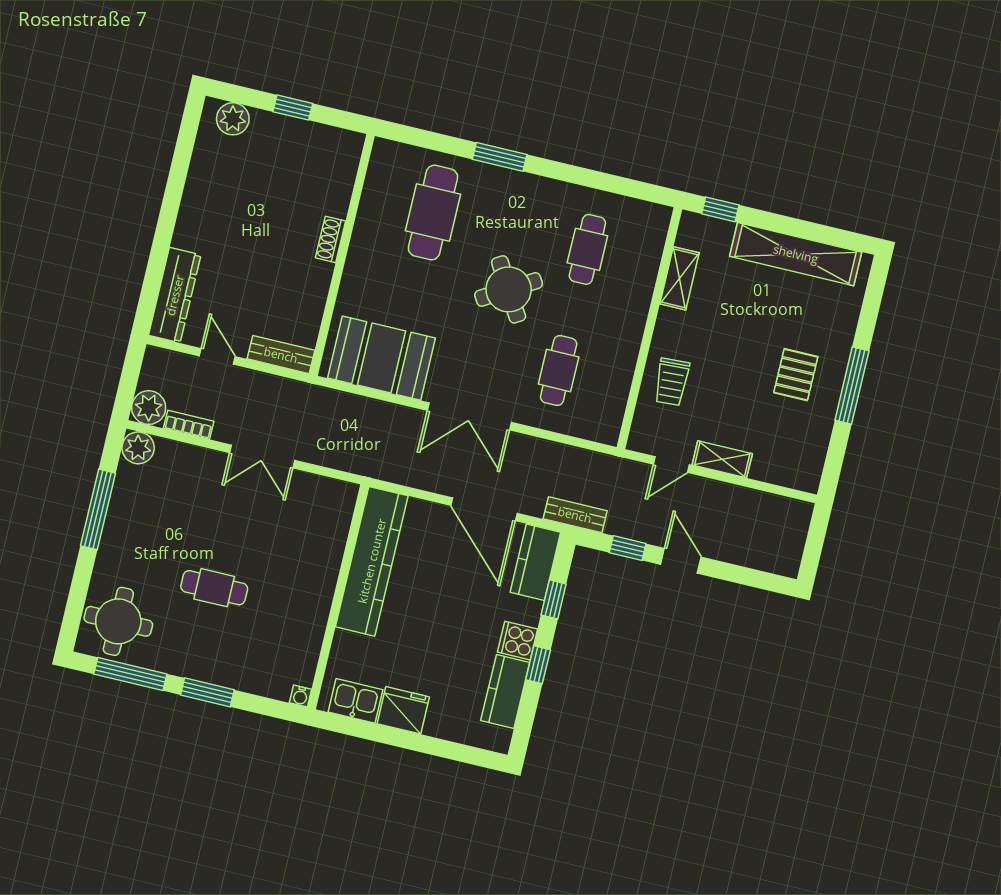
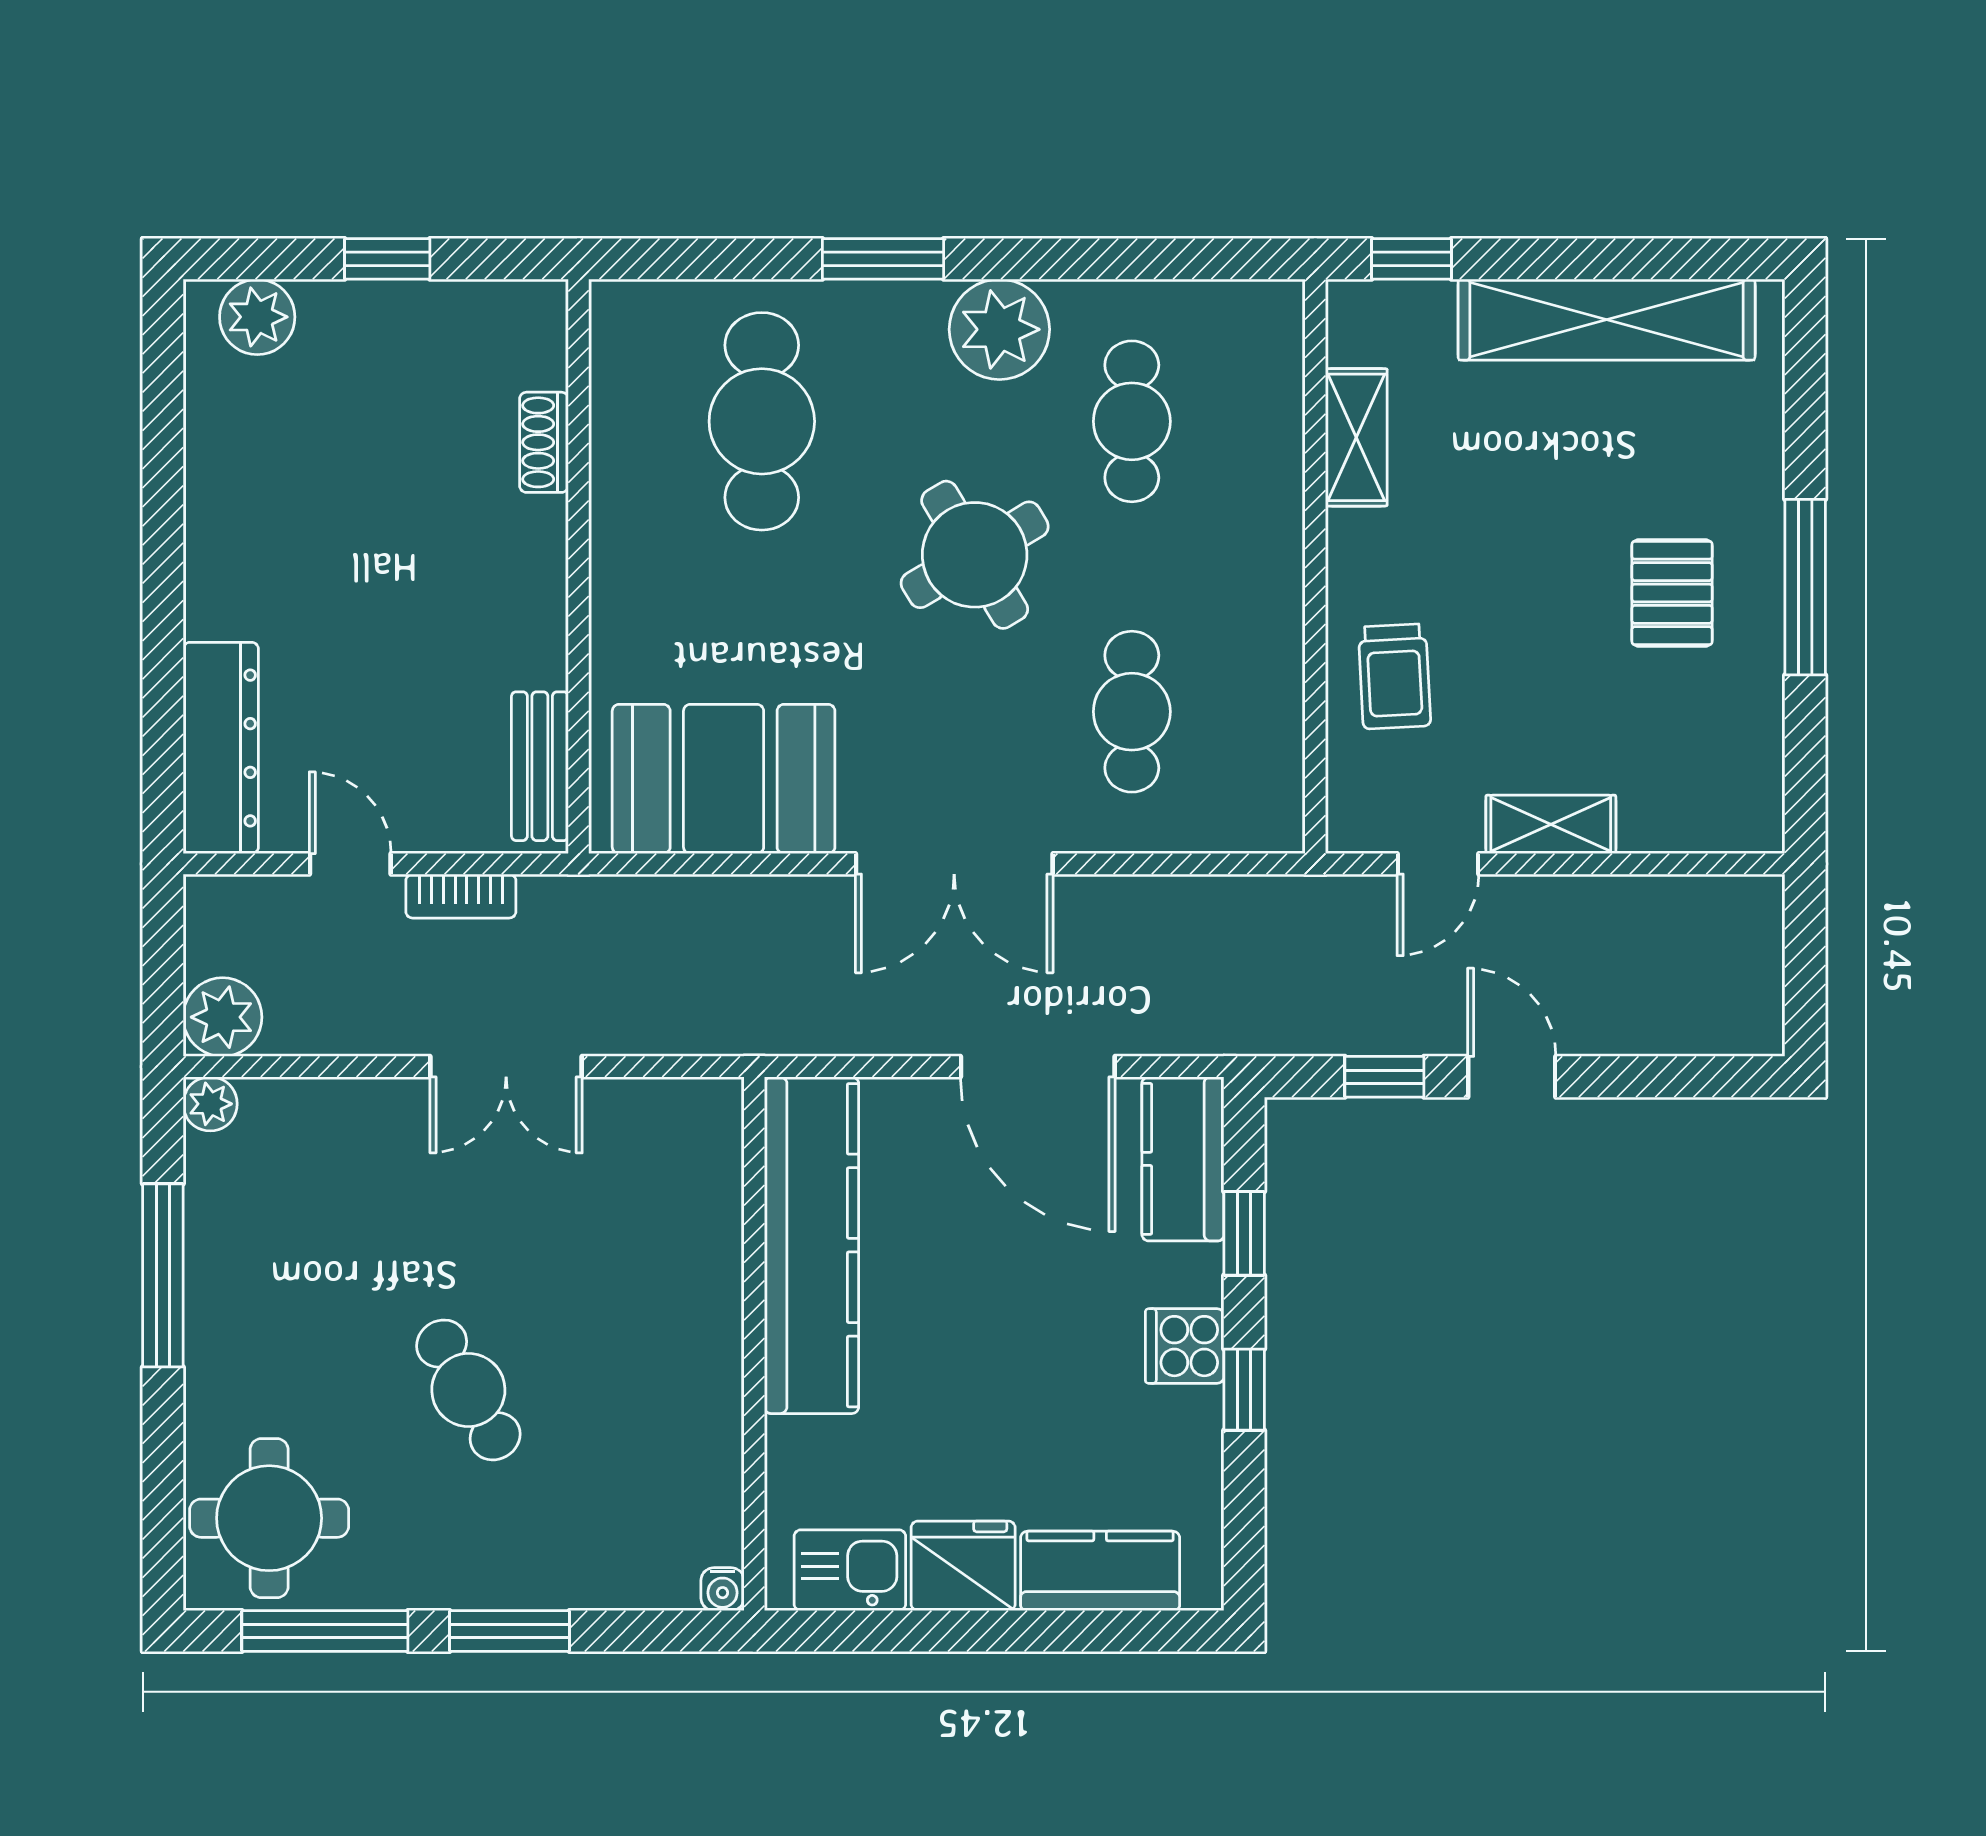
plant: (541, 198) -> (999, 329), added
shoe rack: (331, 239) -> (544, 442), moved
bench: (281, 355) -> (540, 766), moved, turned 90
bookcase: (189, 425) -> (461, 896), moved, turned 180
plant: (138, 448) -> (210, 1104), width x0.73, depth x0.73
bench: (575, 515) -> (1247, 1030), removed
cafe table: (214, 588) -> (468, 1390), turned 60
kitchen counter: (505, 691) -> (1100, 1571), moved, turned 90

